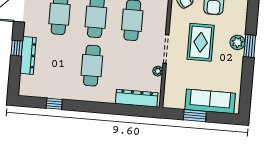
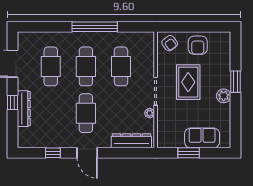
plant: (238, 42) -> (224, 96), moved
sofa: (210, 101) -> (202, 138), width x0.73
door: (90, 107) -> (87, 153), added

